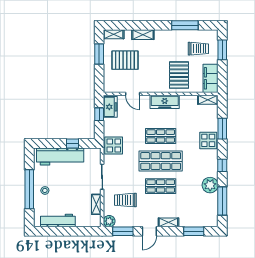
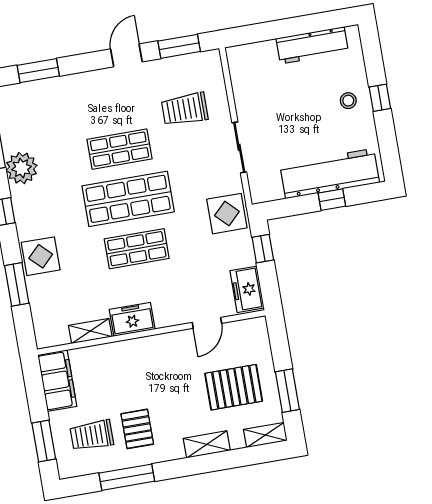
pallet: (179, 75) -> (137, 429), moved, width x0.67, depth x0.71
door: (133, 94) -> (207, 323), swing flipped
shelving: (208, 100) -> (90, 331), moved
freezer: (165, 102) -> (132, 319), width x0.71
window: (99, 114) -> (263, 249), moved
window: (73, 144) -> (332, 200), moved
window: (29, 189) -> (380, 98), width x0.32
trolley: (125, 200) -> (185, 109), turned 180
shelving: (96, 204) -> (241, 90), removed
plant: (109, 221) -> (210, 62), removed
shelving: (168, 222) -> (92, 80), removed

